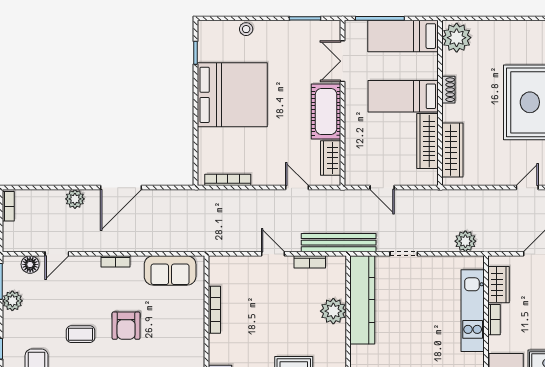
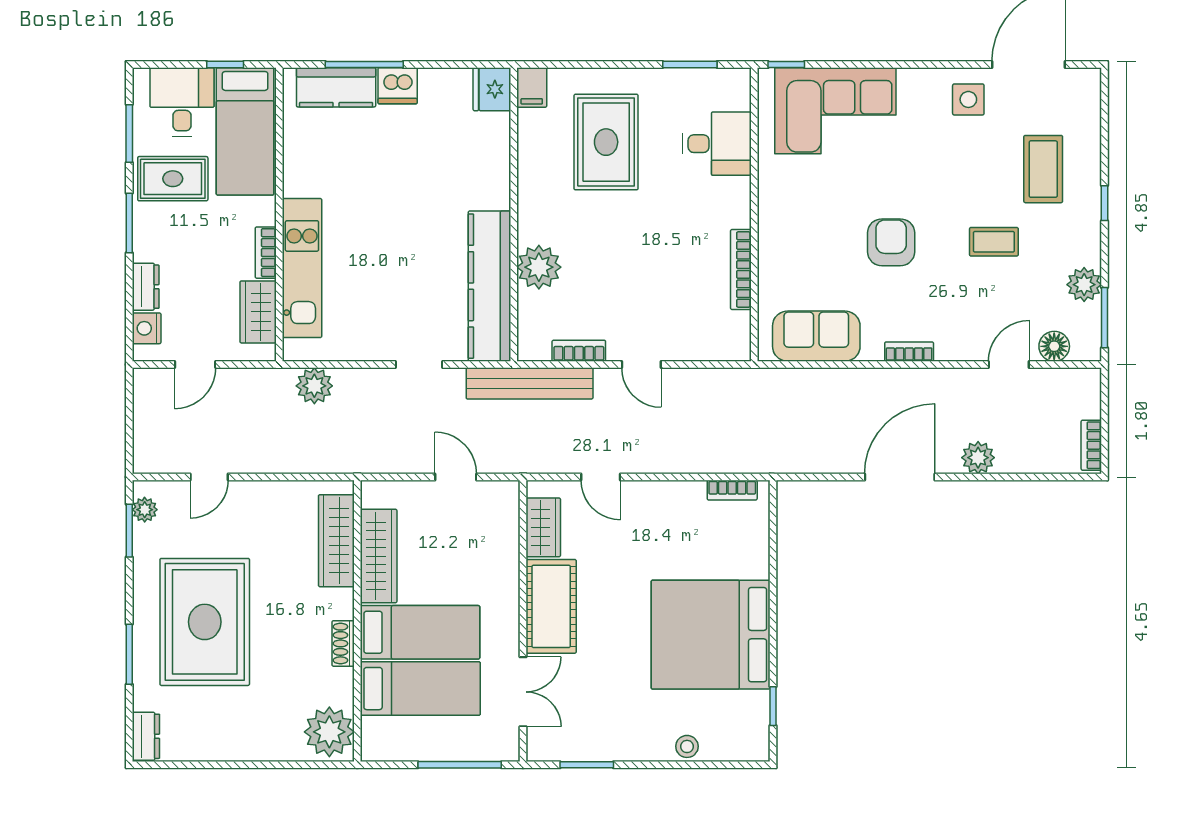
bed: (403, 36) -> (420, 689), moved
bookcase: (228, 180) -> (732, 490), width x0.64
coffee table: (81, 334) -> (994, 242), moved

